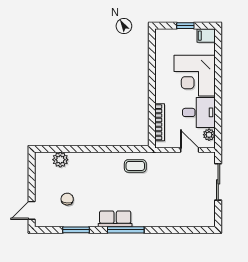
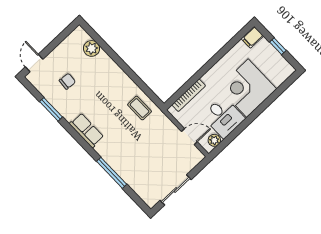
filing cabinet: (206, 36) -> (252, 37), moved, turned -90
door: (190, 150) -> (189, 137), hinge flipped
sliding door: (218, 182) -> (176, 190), moved
door: (32, 210) -> (34, 63), hinge flipped
window: (126, 230) -> (112, 173), moved

